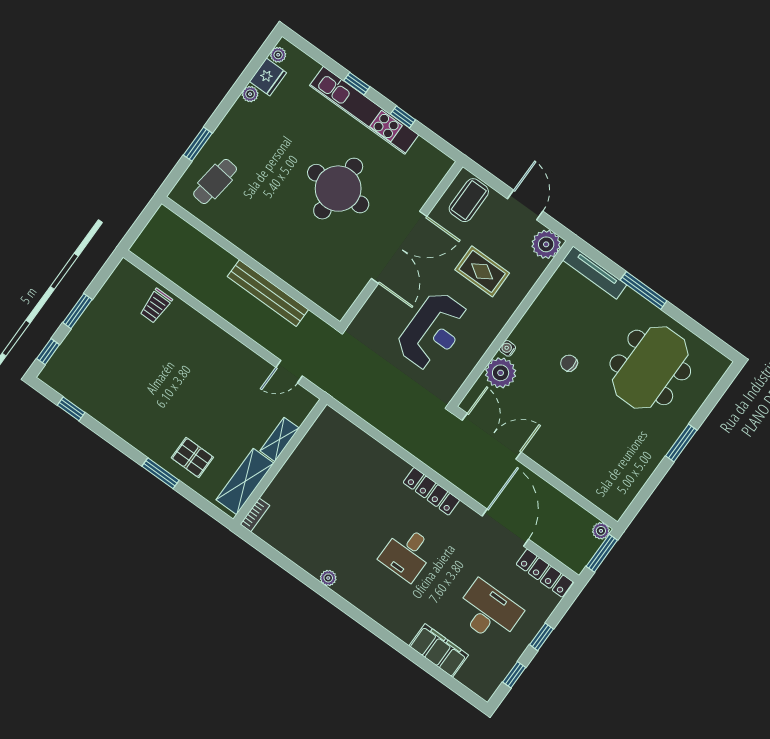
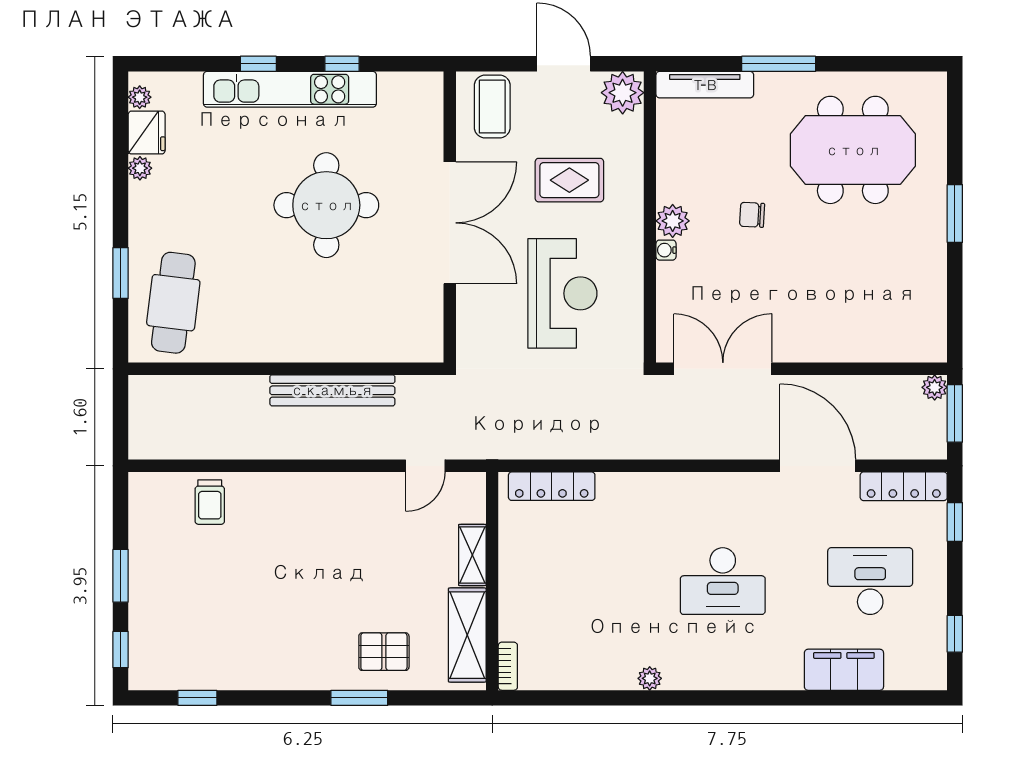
cafe table: (215, 181) -> (173, 303), width x1.37, depth x1.35
meeting table: (650, 367) -> (853, 150), turned 90
plant: (501, 373) -> (673, 221), moved, width x0.73, depth x0.73
locker: (431, 491) -> (552, 486), moved
desk: (407, 553) -> (723, 581), width x1.37
window: (541, 637) -> (955, 522), moved

